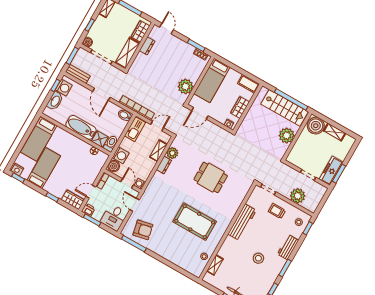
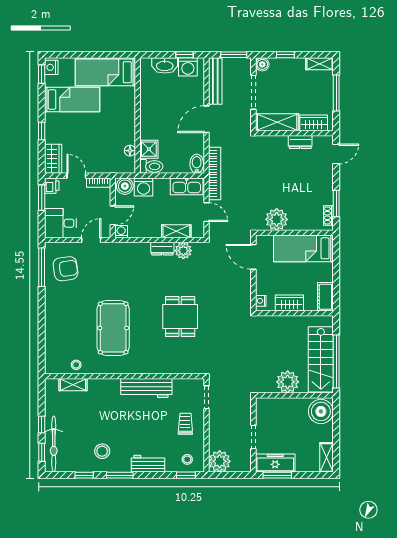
bench: (78, 74) -> (215, 81), width x1.36
bathtub: (81, 127) -> (150, 117), removed
shelving: (335, 132) -> (327, 457), moved
plant: (298, 196) -> (220, 461), moved
armchair: (143, 230) -> (66, 269), turned -86
stool: (258, 258) -> (102, 451), moved

